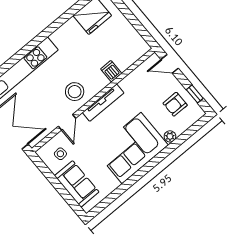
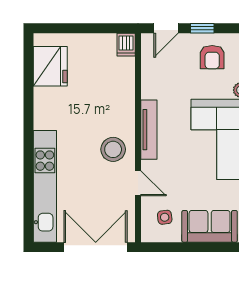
dishwasher: (111, 71) -> (126, 45), moved, turned -90
window: (195, 94) -> (202, 28), moved

